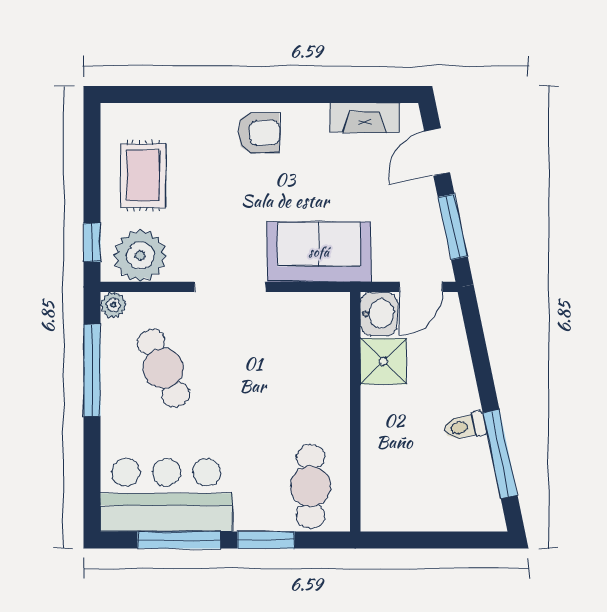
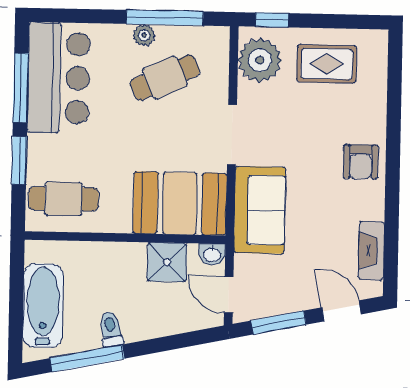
plant: (113, 305) -> (144, 35), moved
washbasin: (379, 314) -> (212, 254), width x0.72, depth x0.69
booth: (313, 347) -> (180, 203), added
bathtub: (438, 508) -> (43, 305), added

